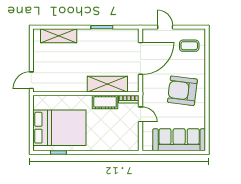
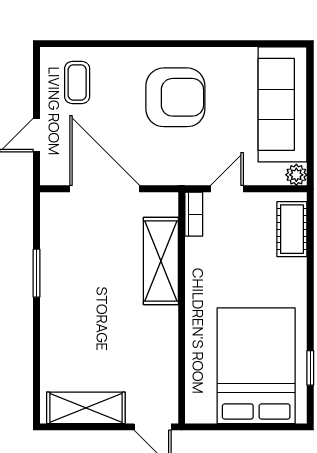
shelving: (59, 36) -> (86, 408), moved, turned 90
armchair: (182, 91) -> (175, 97), turned -97
cot: (105, 102) -> (292, 229), moved
plant: (147, 146) -> (296, 175), added

